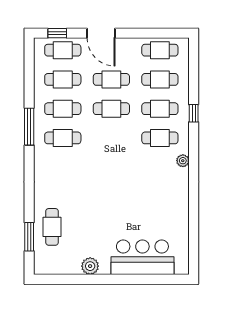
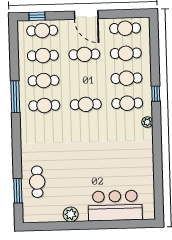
door: (101, 33) -> (86, 15), moved
cafe table: (111, 109) -> (86, 104), moved
window: (194, 113) -> (156, 94), moved

